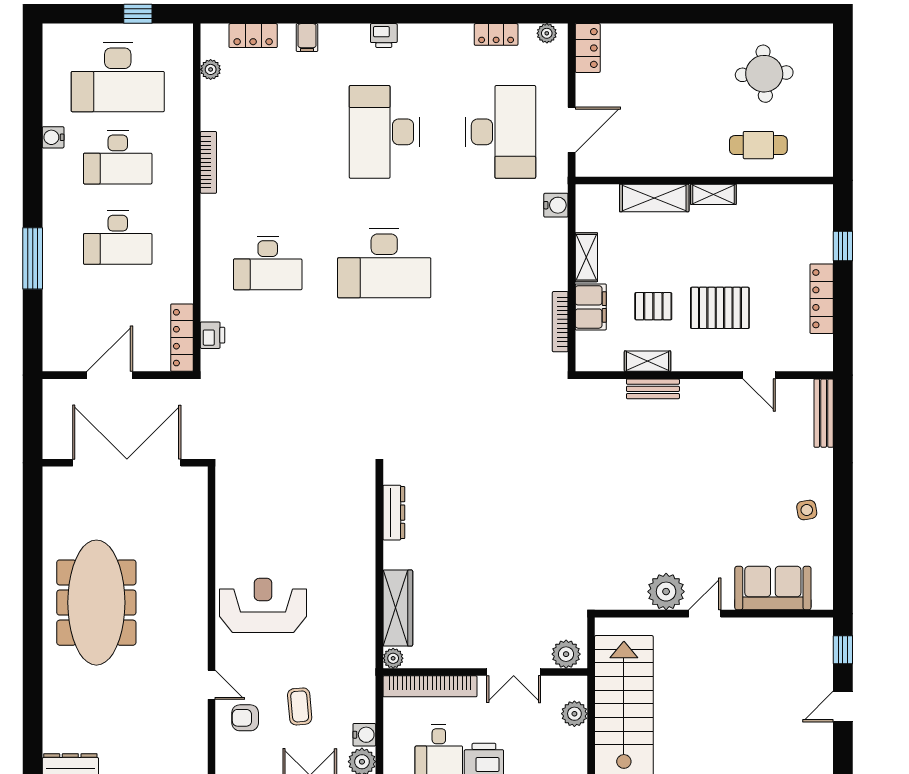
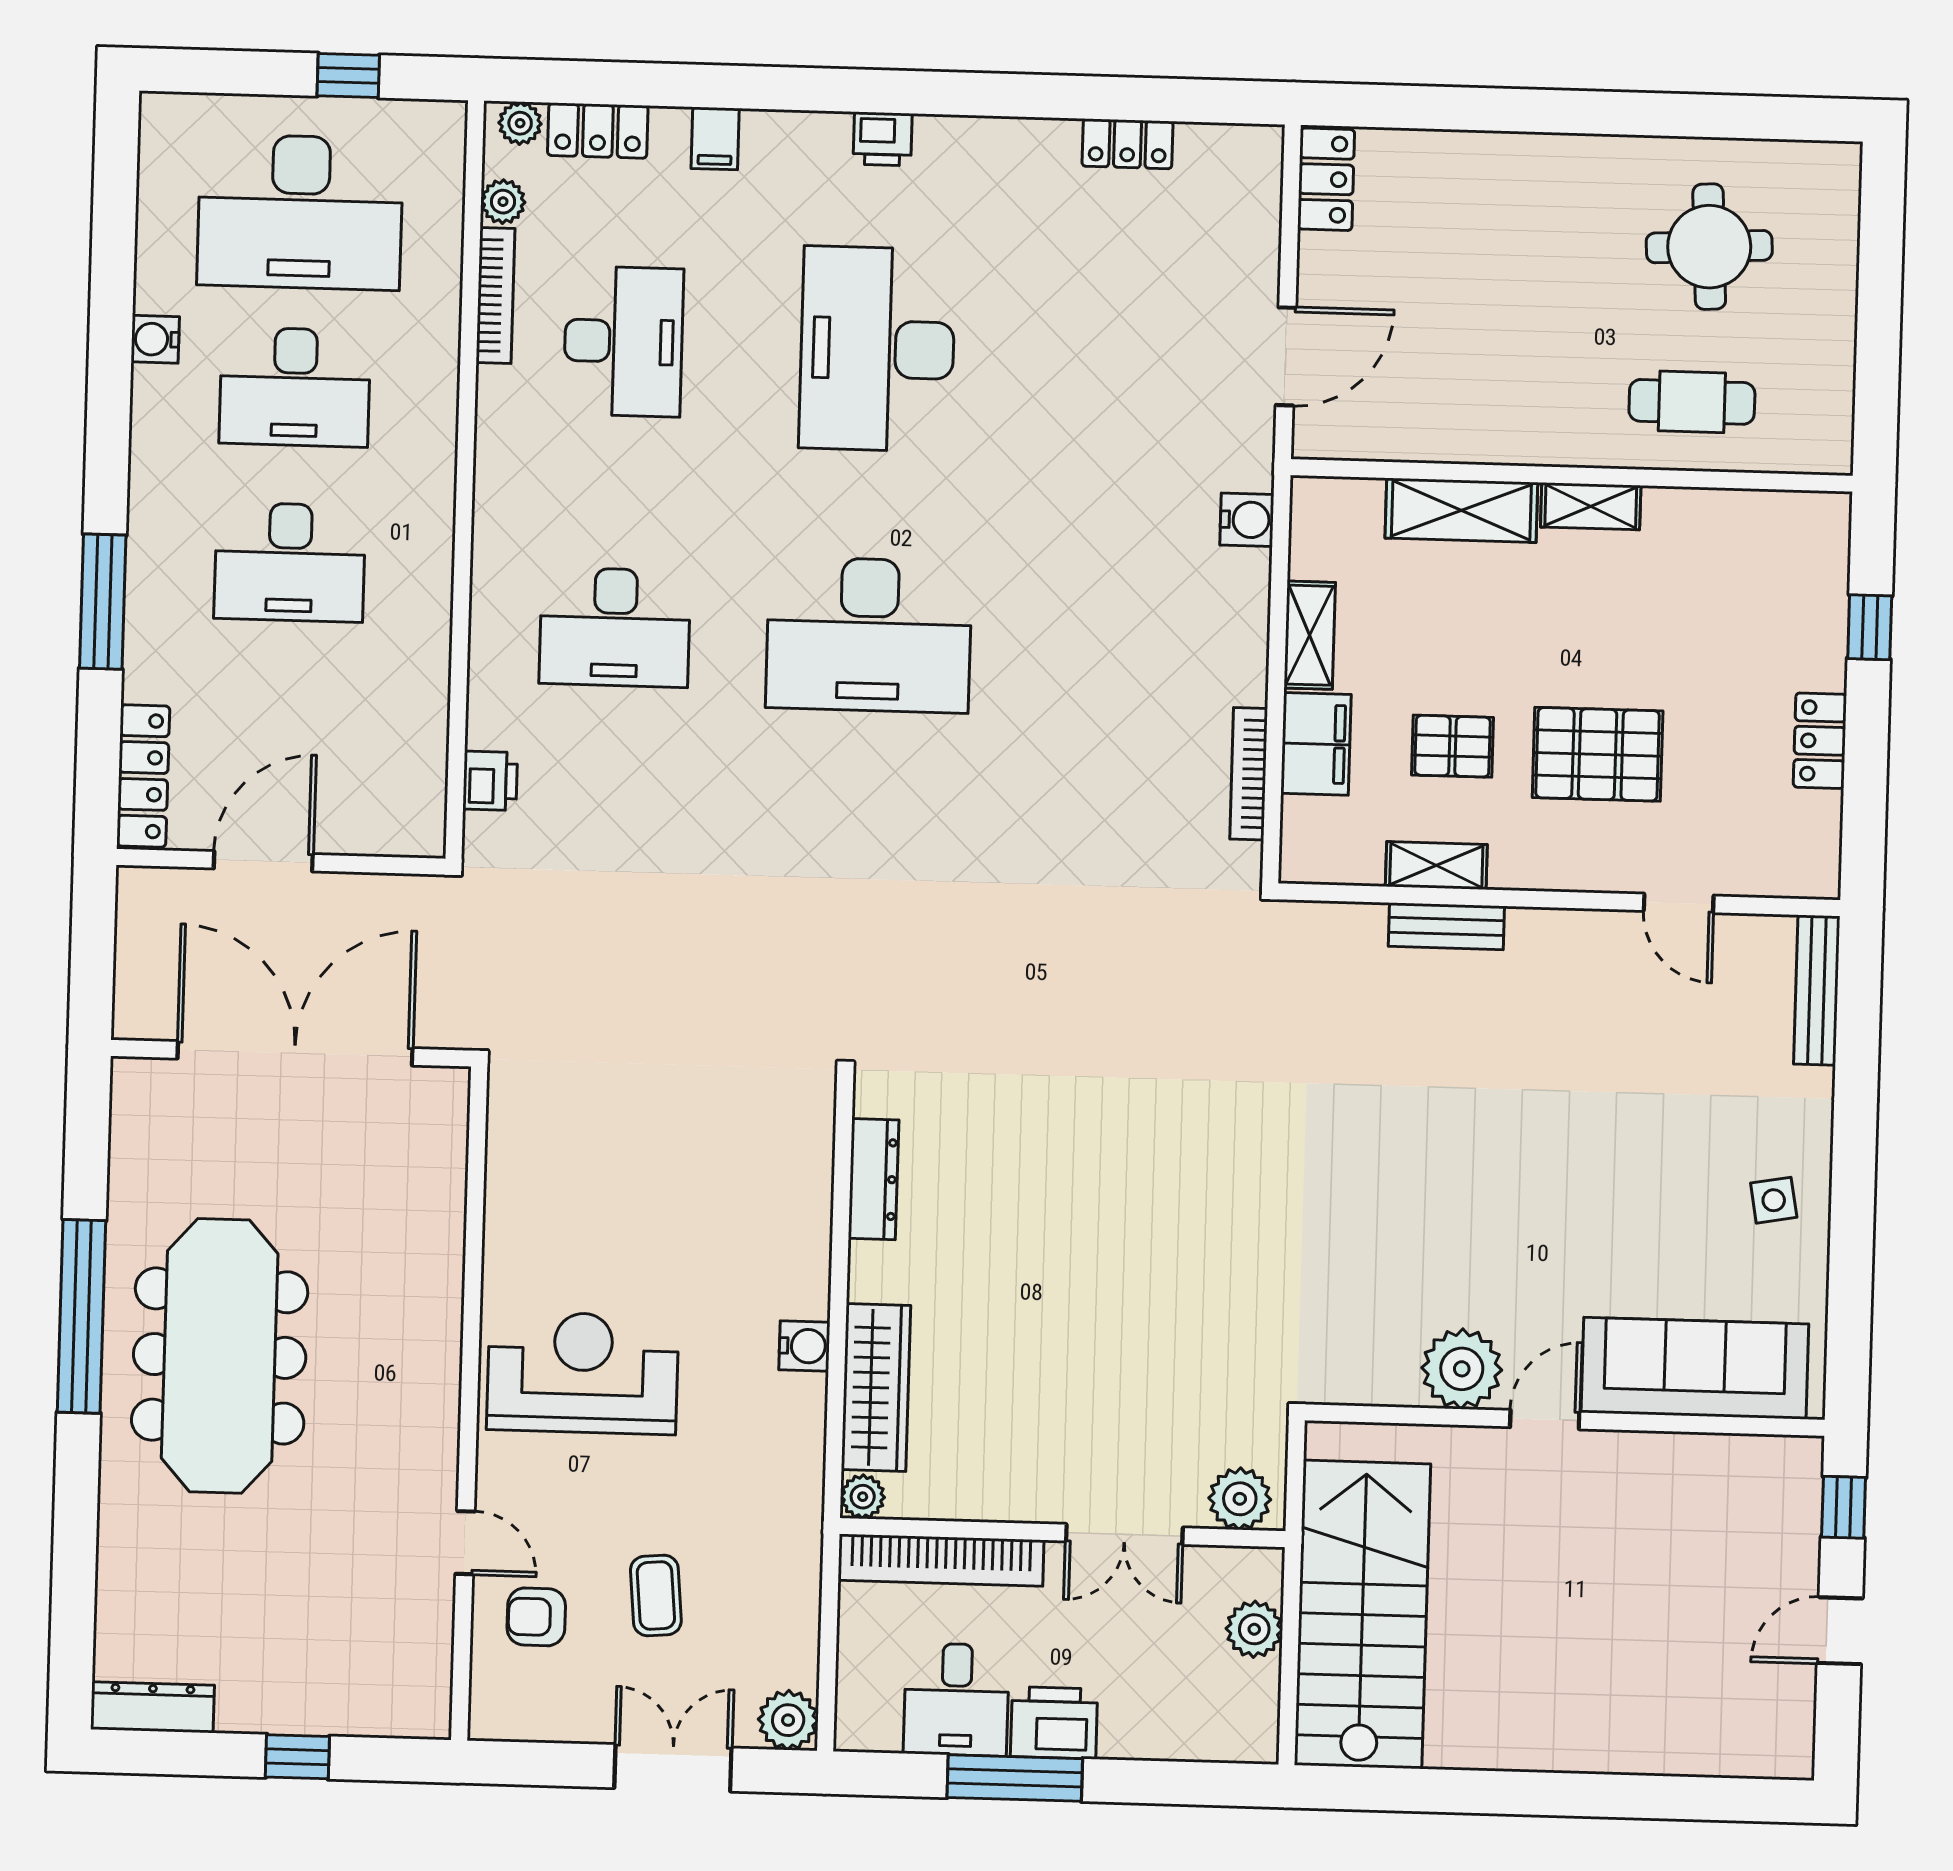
plant: (547, 33) -> (520, 123), moved
desk: (501, 132) -> (623, 341), moved, width x0.73, depth x0.77
bookcase: (208, 162) -> (495, 295), moved
locker: (822, 299) -> (1820, 741), width x0.66
locker: (182, 338) -> (143, 776), moved, turned 180
window: (33, 586) -> (82, 1316), added
sofa: (773, 588) -> (1695, 1368), width x1.36
water cooler: (364, 735) -> (804, 1346), moved

